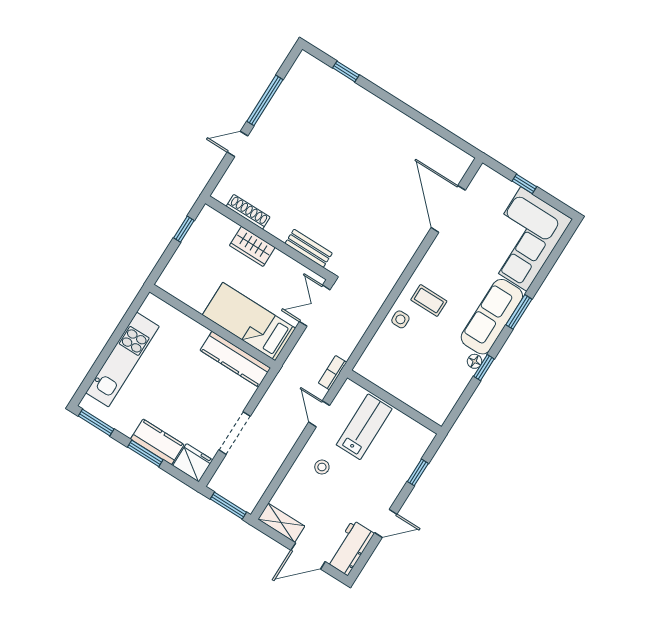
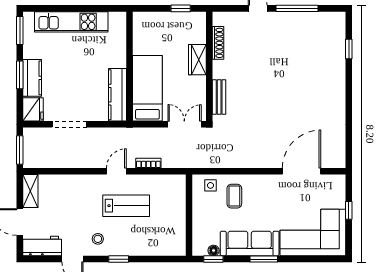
wall: (394, 402) -> (189, 215), moved
stool: (322, 467) -> (98, 239), moved

